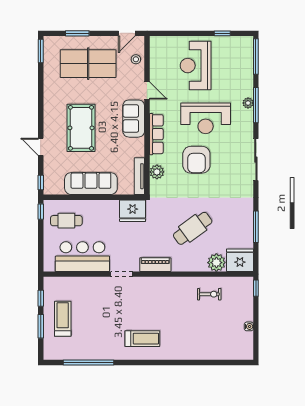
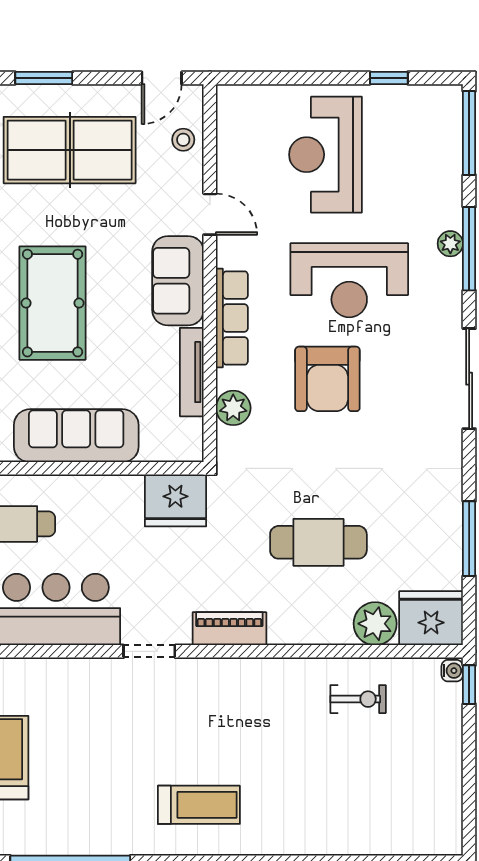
tv unit: (139, 176) -> (192, 372), moved
cafe table: (193, 228) -> (318, 542), turned 36
water cooler: (249, 326) -> (452, 671), moved

